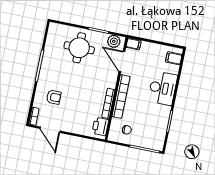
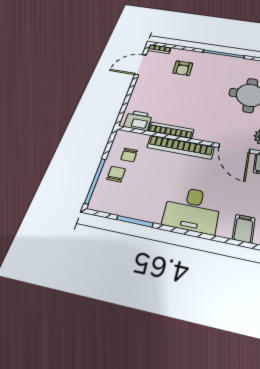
door: (122, 61) -> (234, 148), swing flipped
chair: (140, 136) -> (116, 174), added

